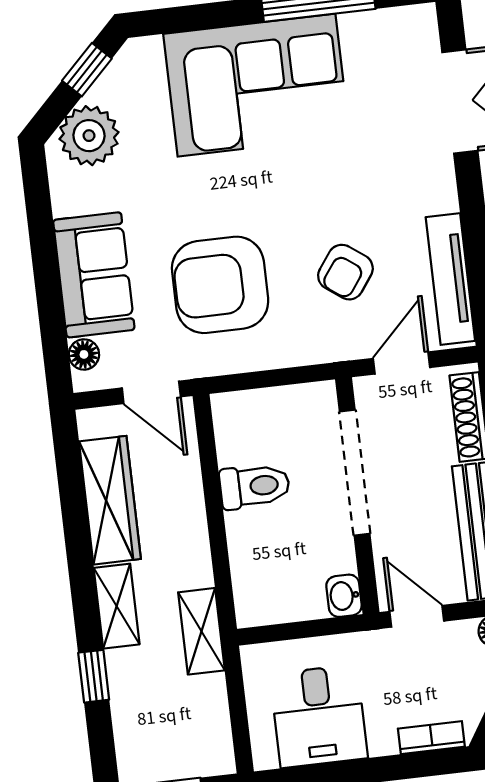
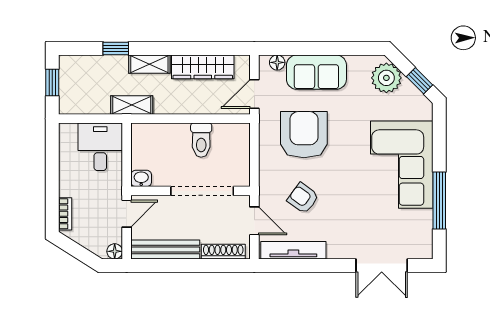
desk: (319, 716) -> (100, 147), moved, turned 90

